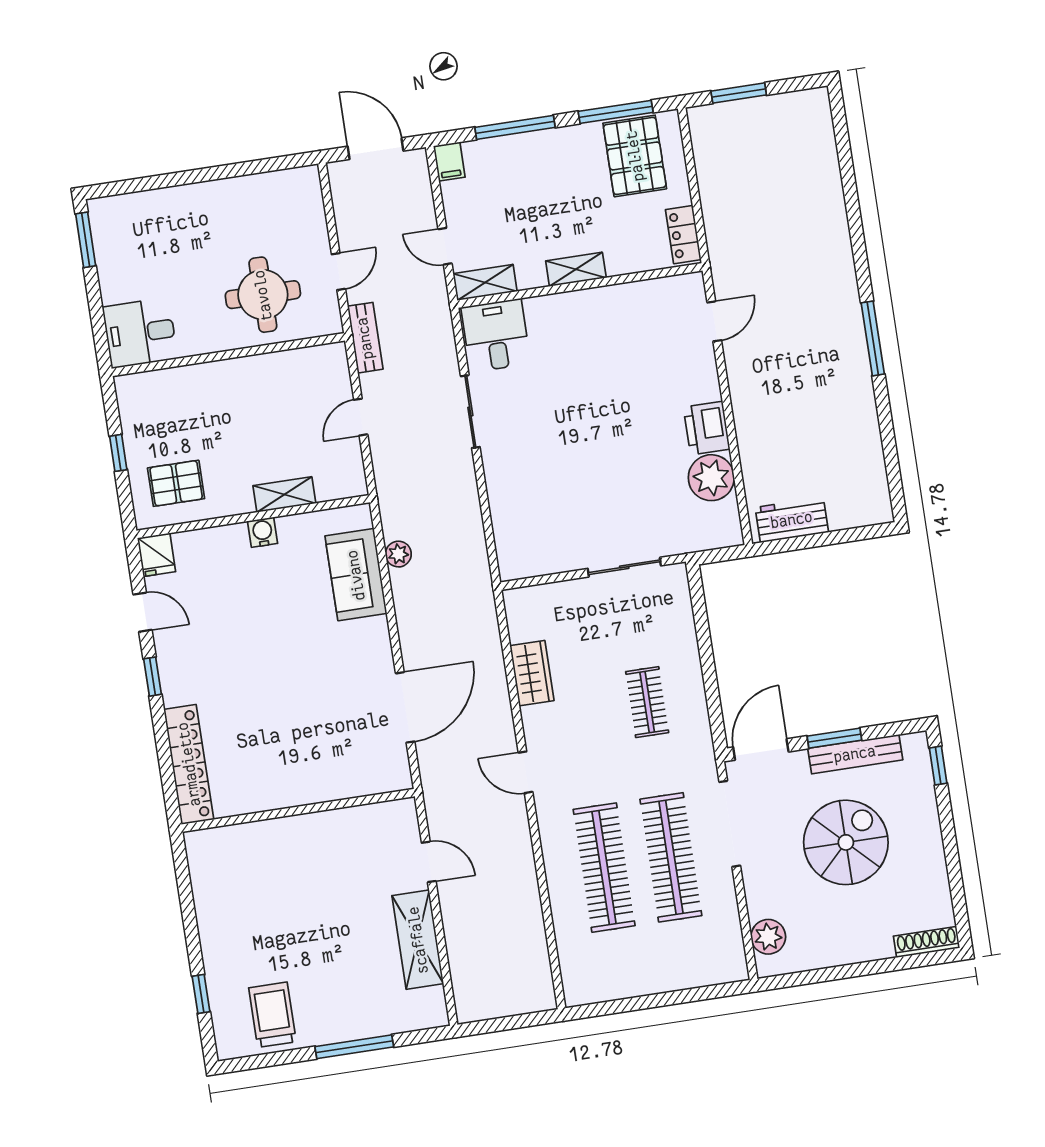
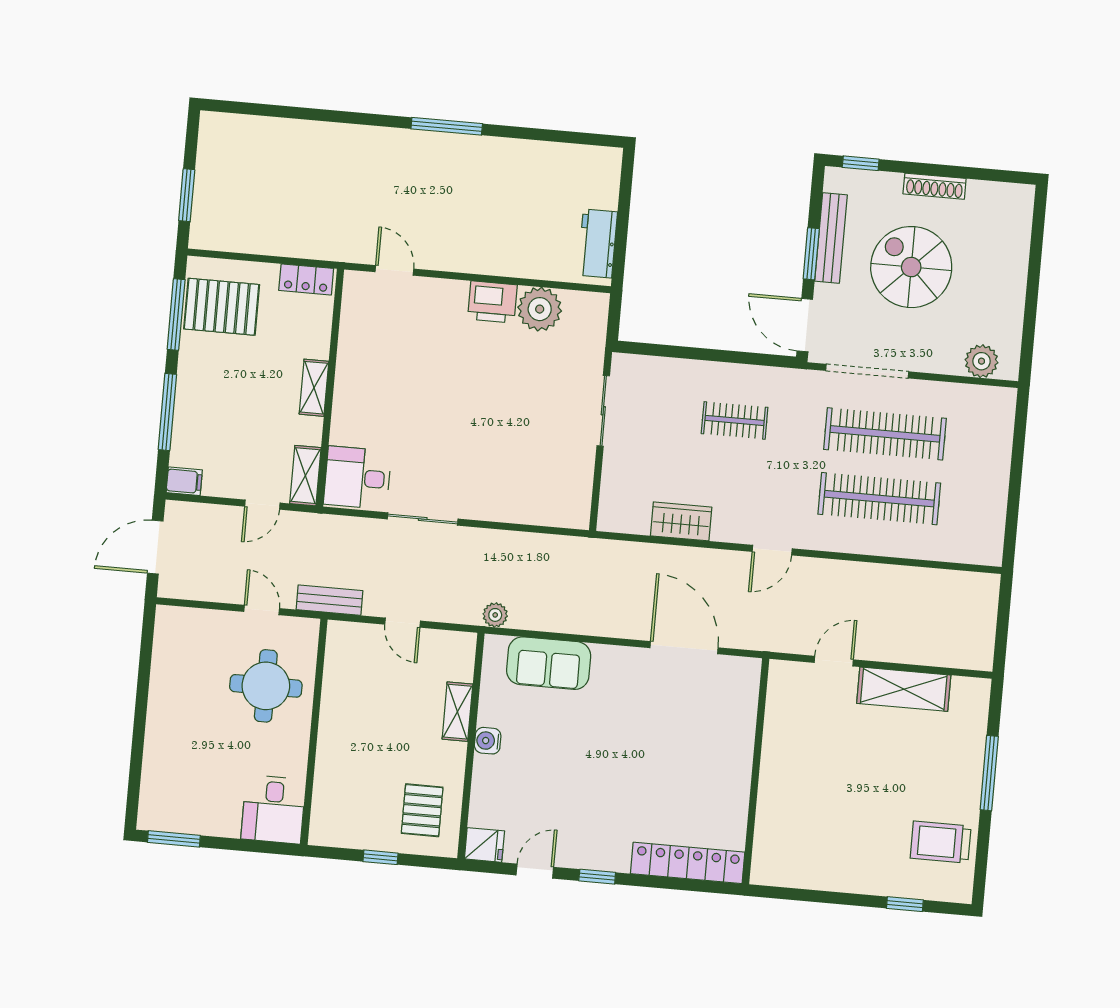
plant: (398, 554) -> (495, 615), moved
shoe rack: (927, 942) -> (935, 186), moved, turned -90

